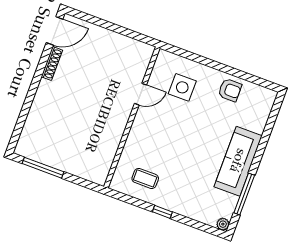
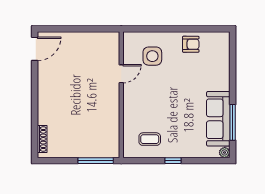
shoe rack: (52, 63) -> (42, 139), moved
sofa: (238, 161) -> (218, 119), moved
window: (43, 168) -> (96, 161), moved

